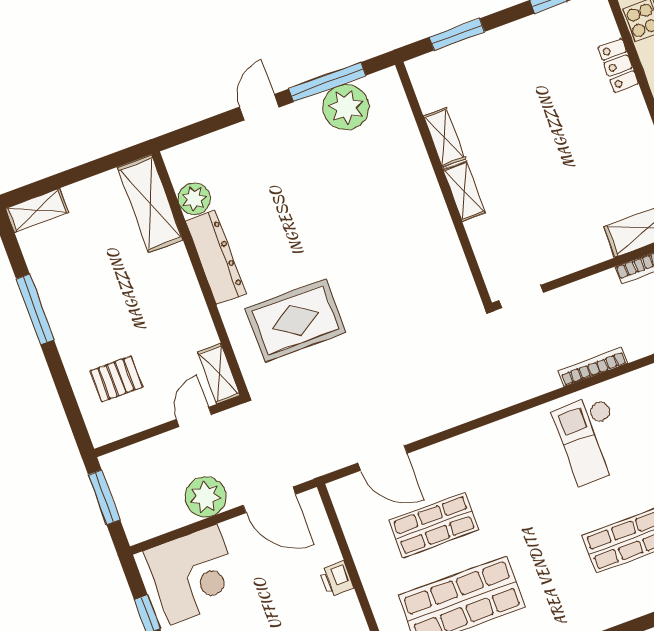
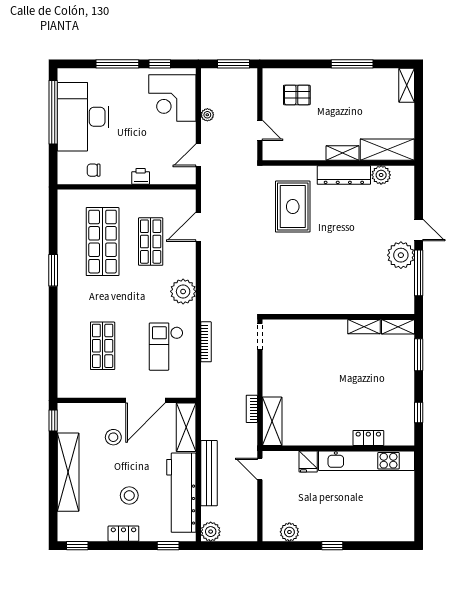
plant: (346, 107) -> (401, 255), moved
shelving: (464, 191) -> (398, 327), moved
bookcase: (593, 367) -> (206, 342), moved
shelving: (219, 374) -> (343, 153), moved
pallet: (116, 379) -> (297, 95), turned 90
checkout: (591, 439) -> (166, 347), turned -90
plant: (494, 445) -> (183, 291), added
plant: (206, 497) -> (207, 115), width x0.53, depth x0.53
door: (269, 500) -> (198, 155), width x0.73

